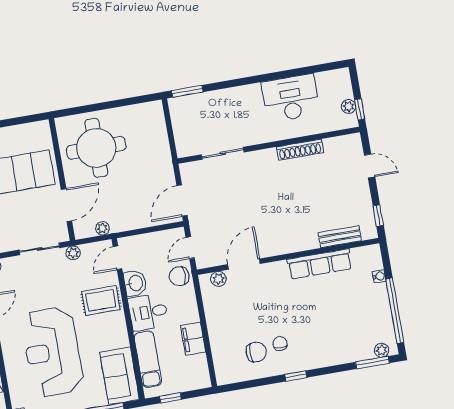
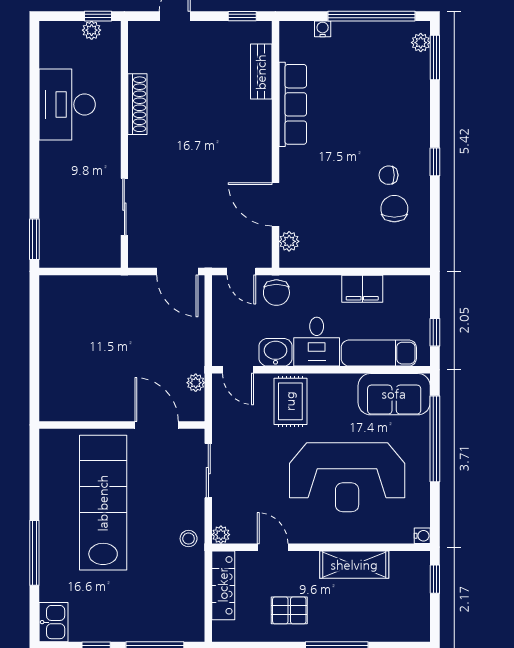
round table: (96, 148) -> (88, 372), removed
plant: (73, 253) -> (221, 427), removed

